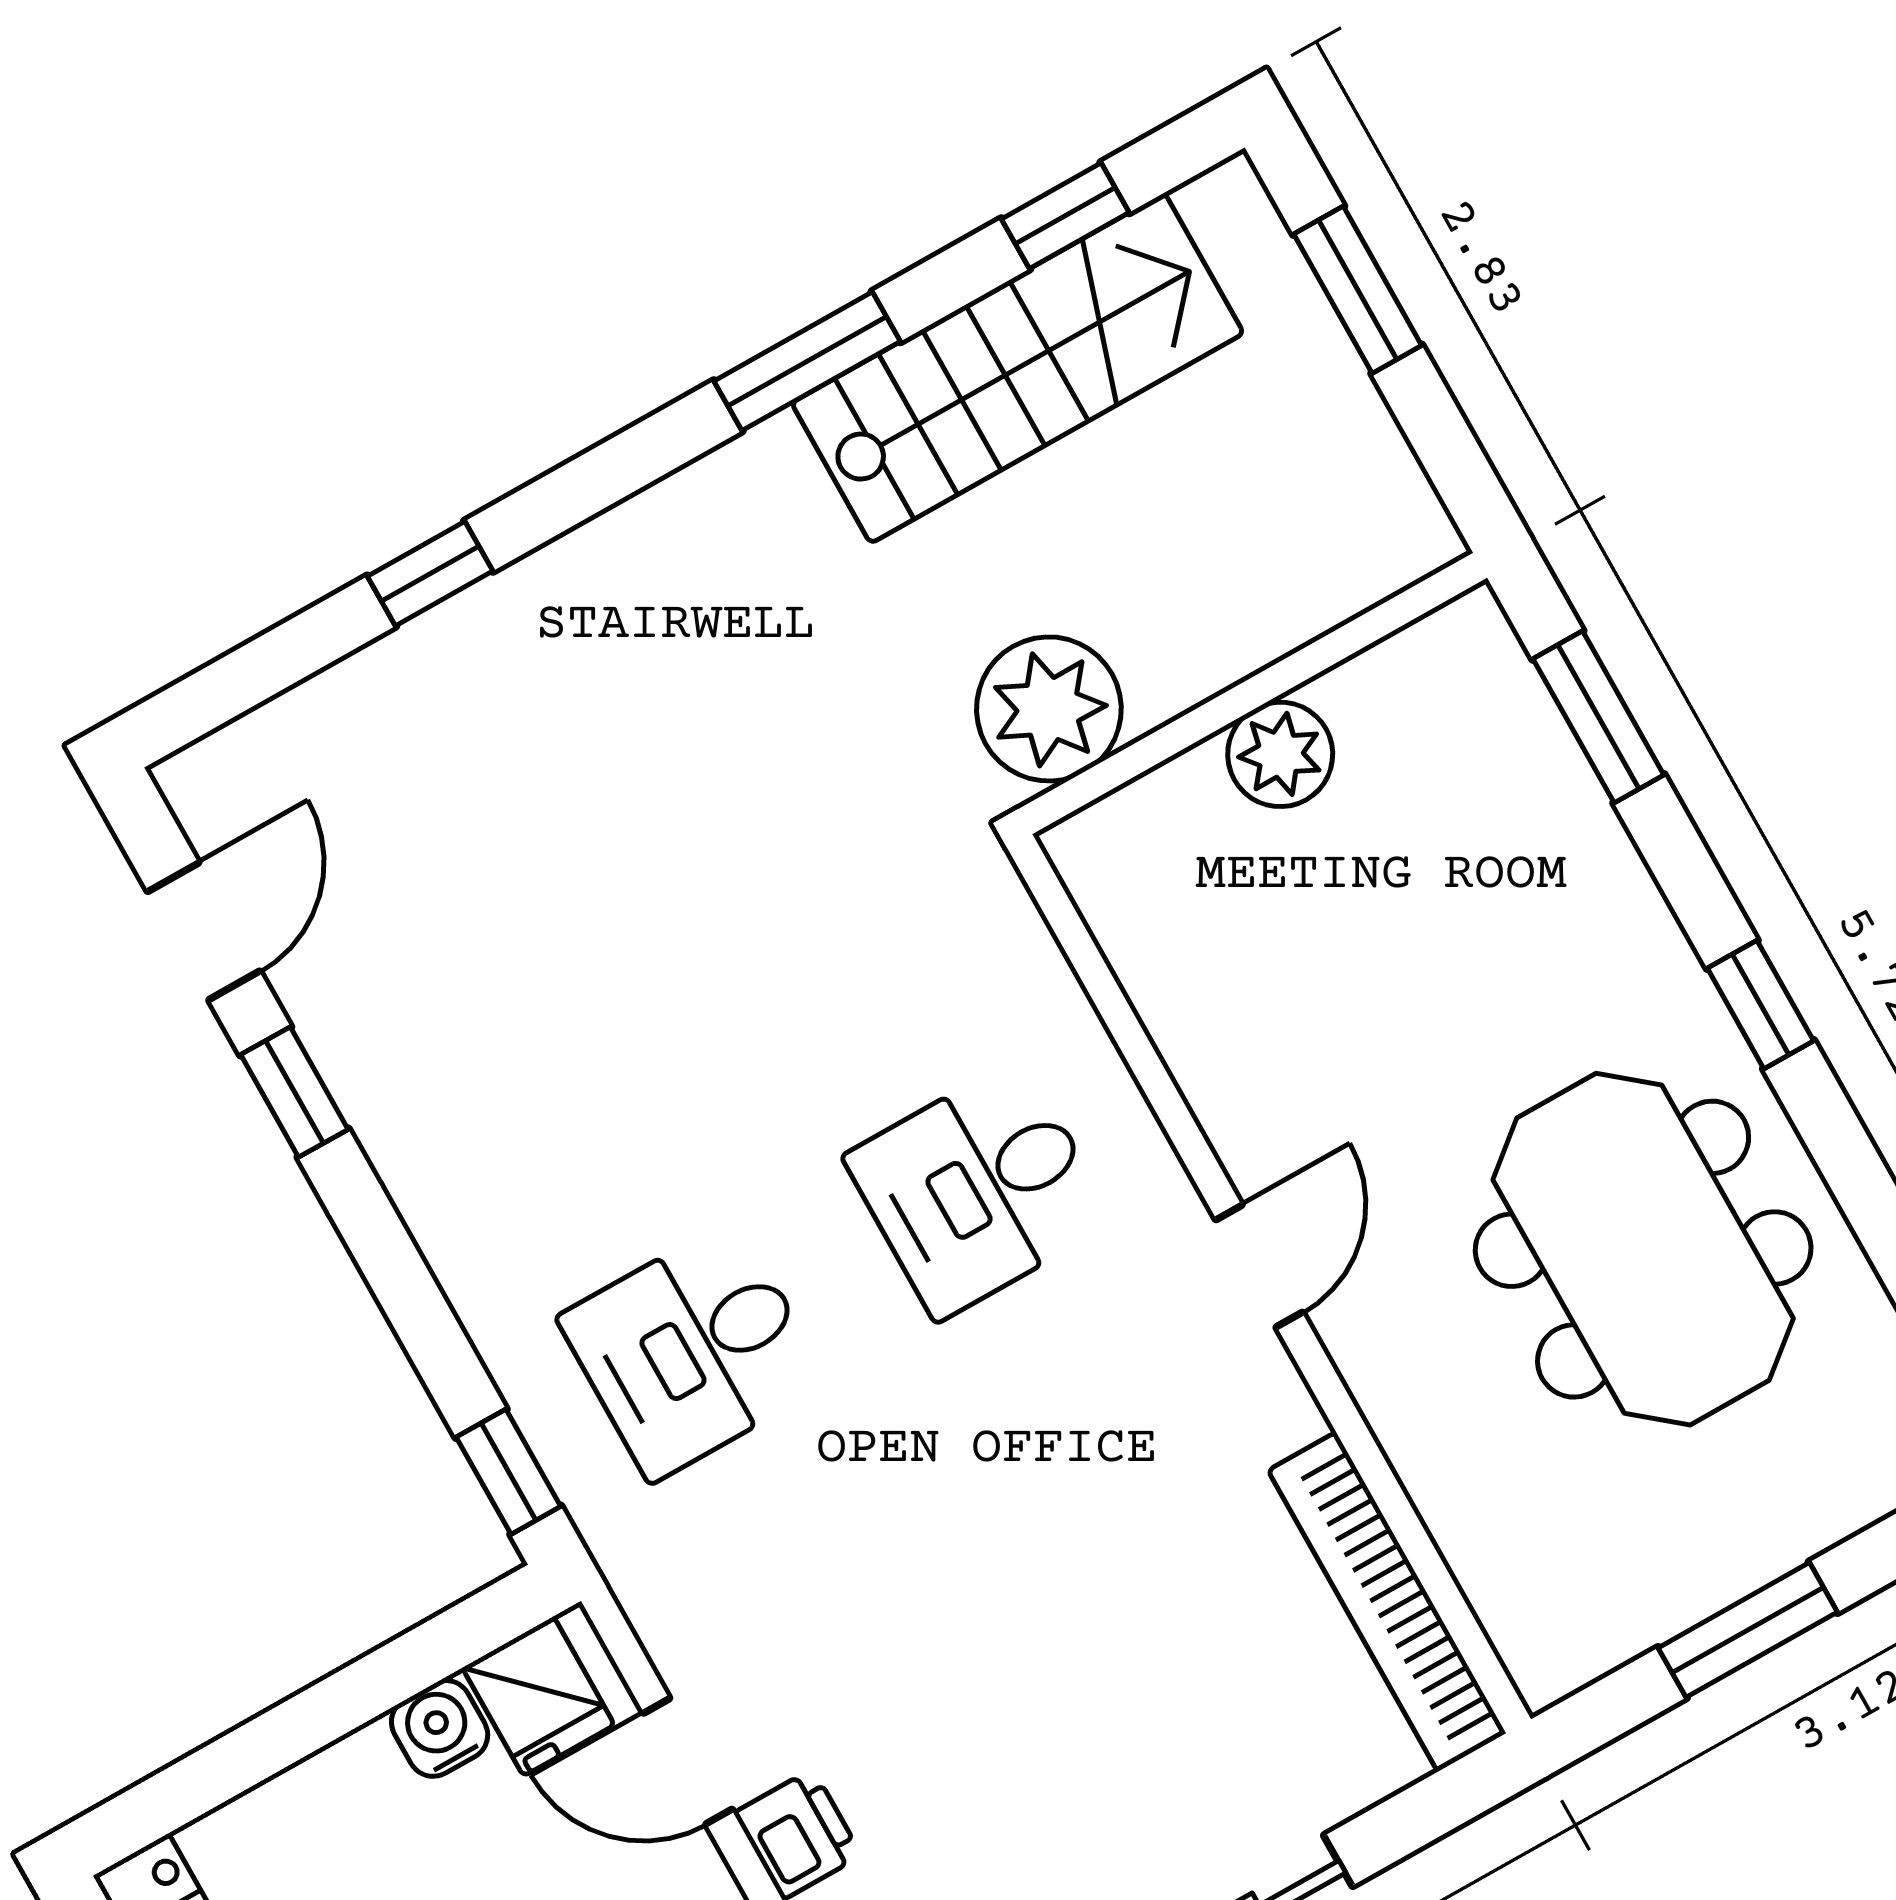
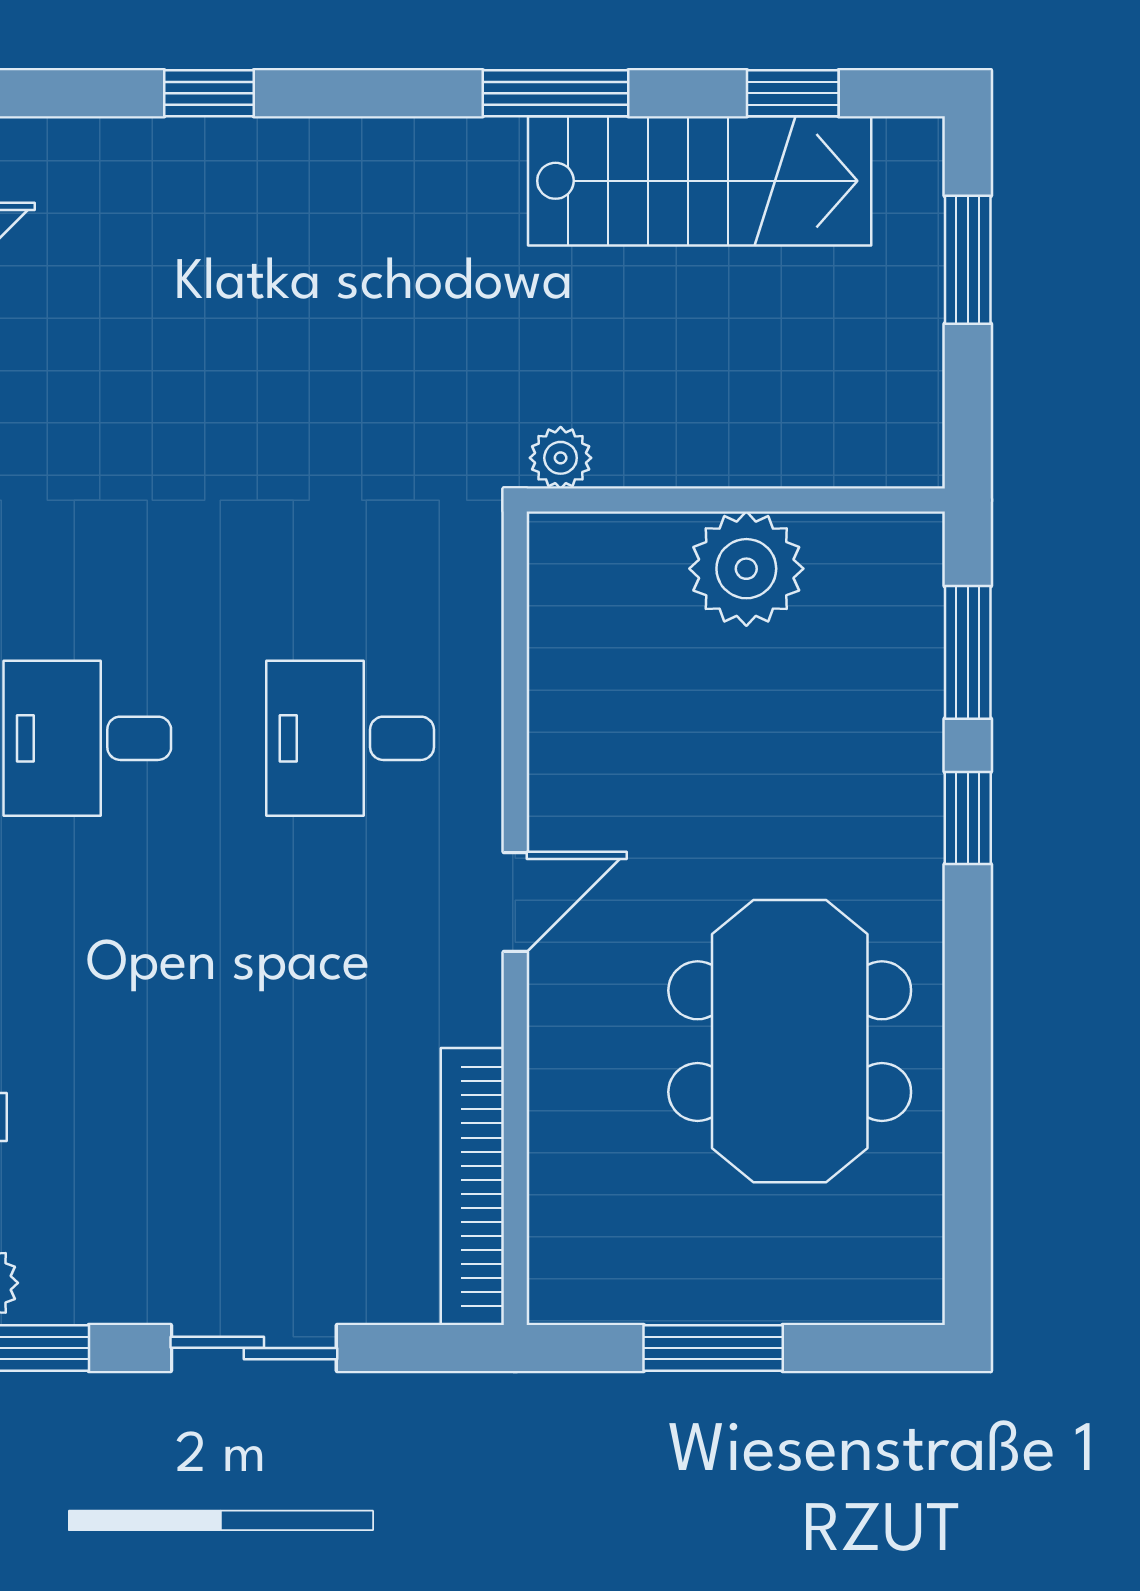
plant: (1049, 709) -> (561, 458), width x0.53, depth x0.53
plant: (1280, 754) -> (746, 569), width x1.36, depth x1.36
window: (1760, 1005) -> (968, 818), moved

